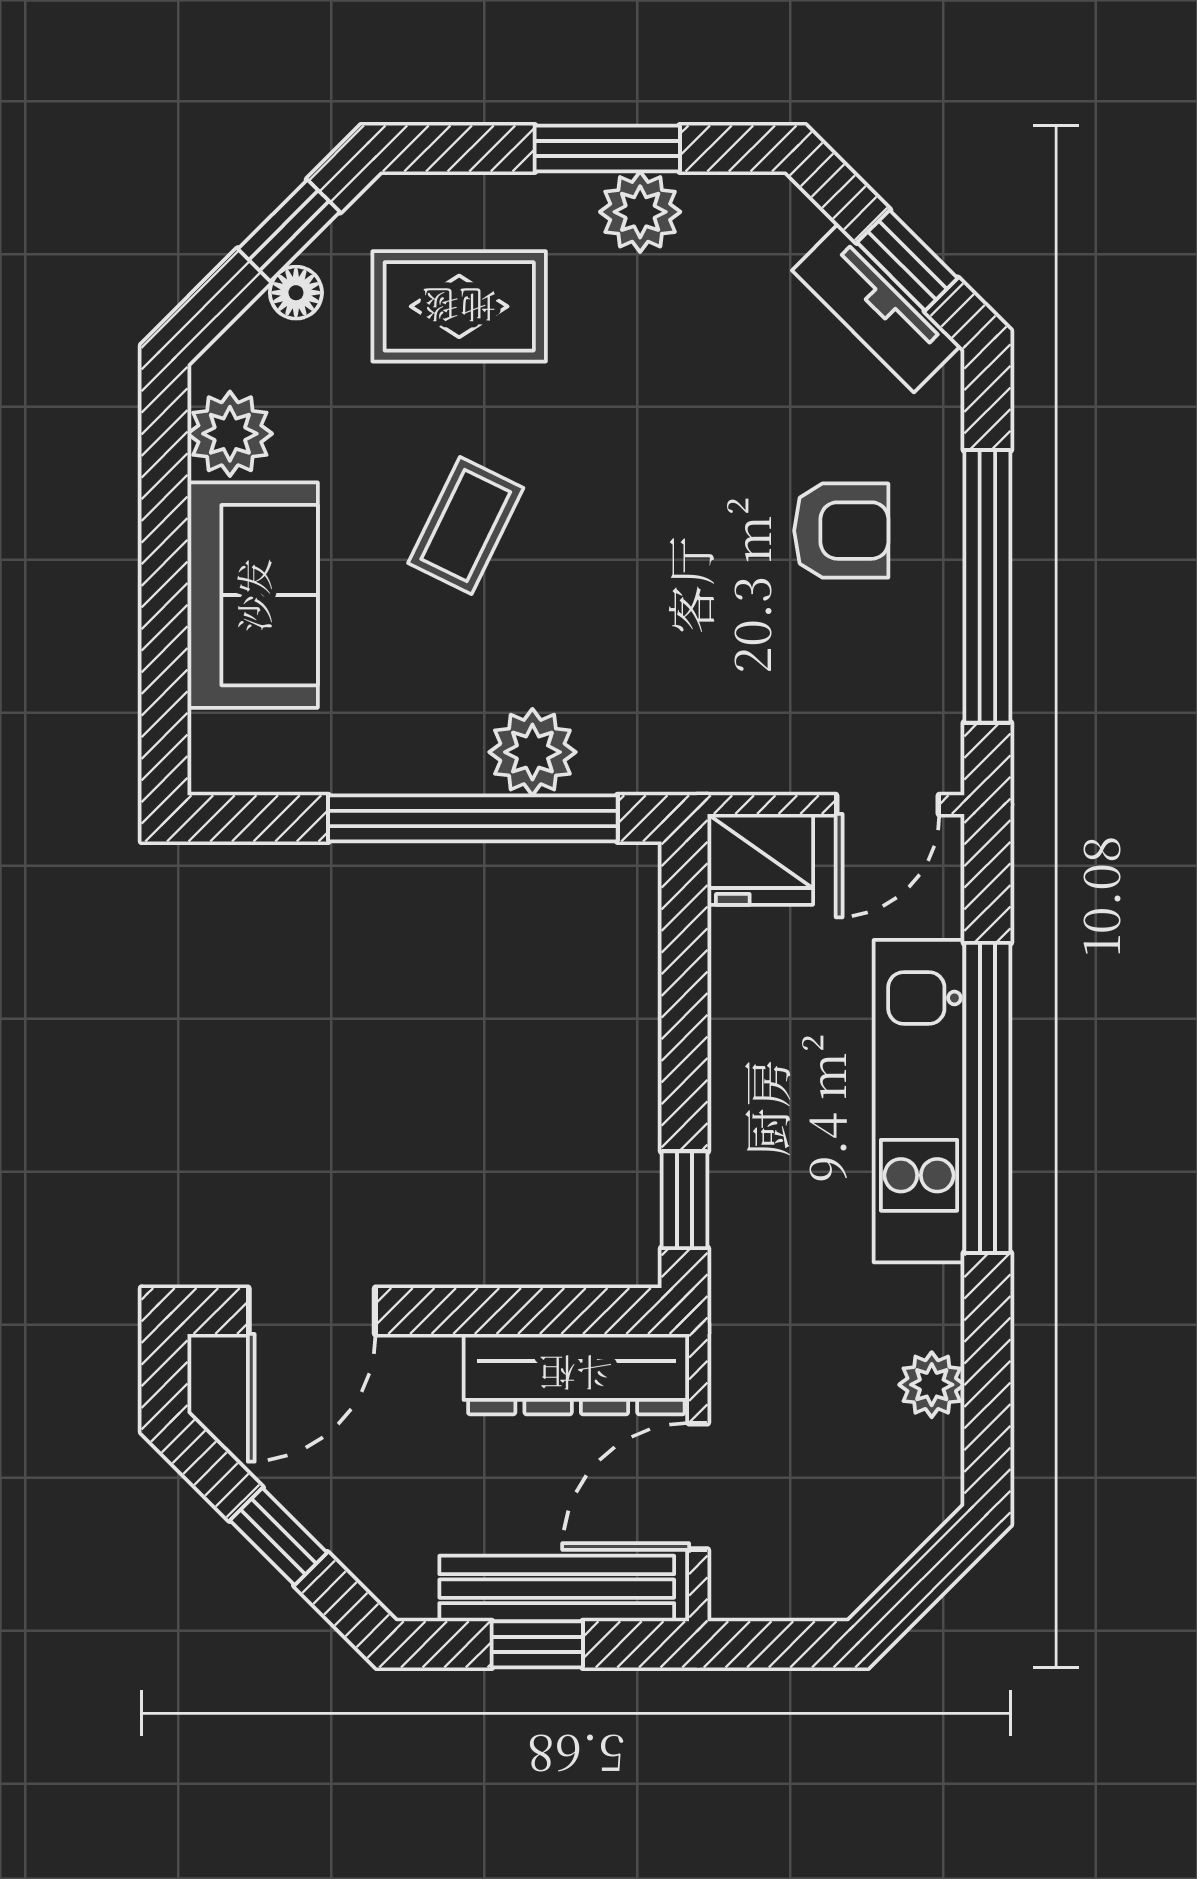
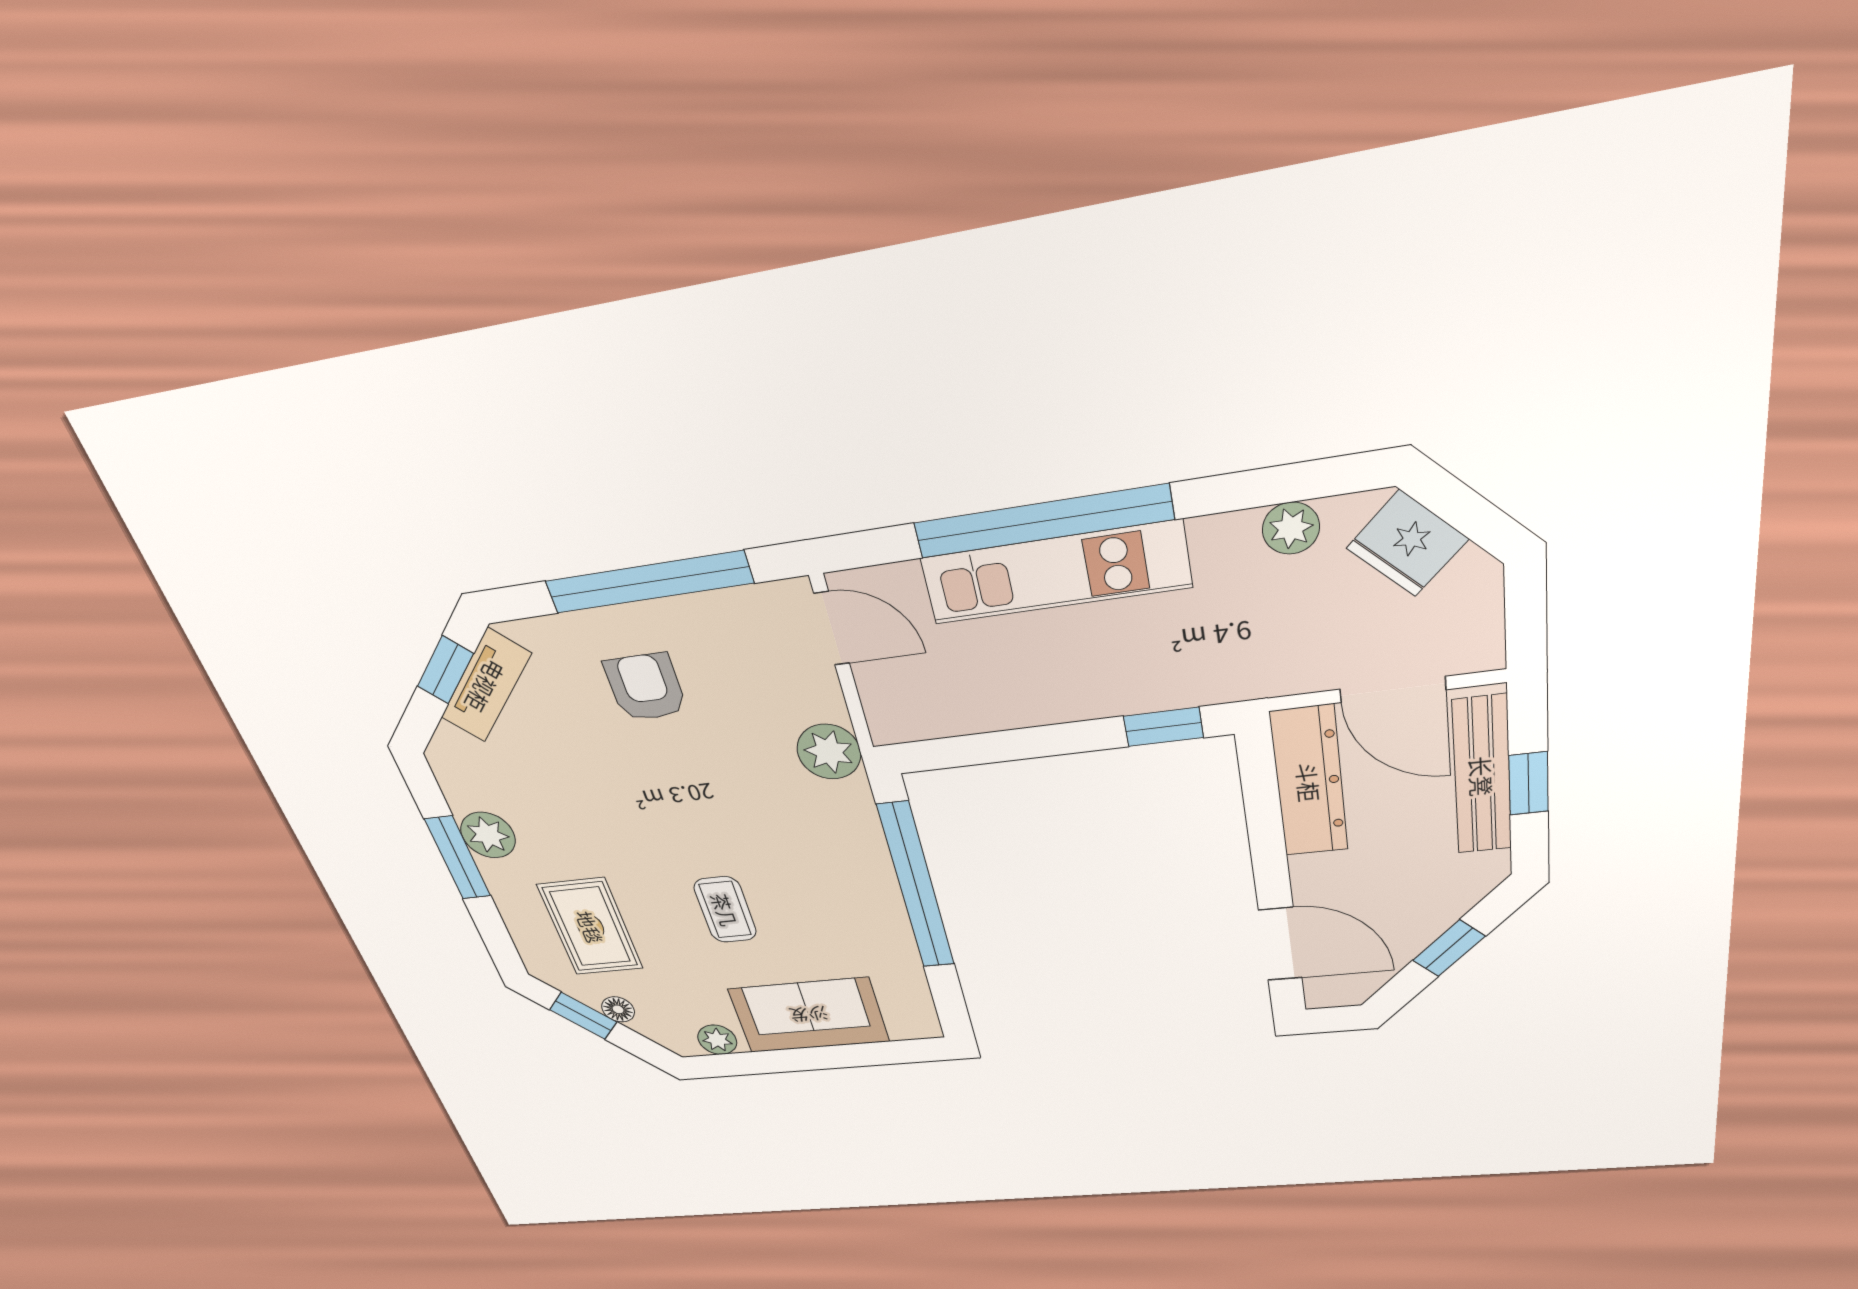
plant: (230, 434) -> (717, 1040), width x0.73, depth x0.73
coffee table: (466, 525) -> (725, 910), turned 64
plant: (532, 752) -> (829, 752), moved
fridge: (760, 859) -> (1407, 544), moved, turned 135

